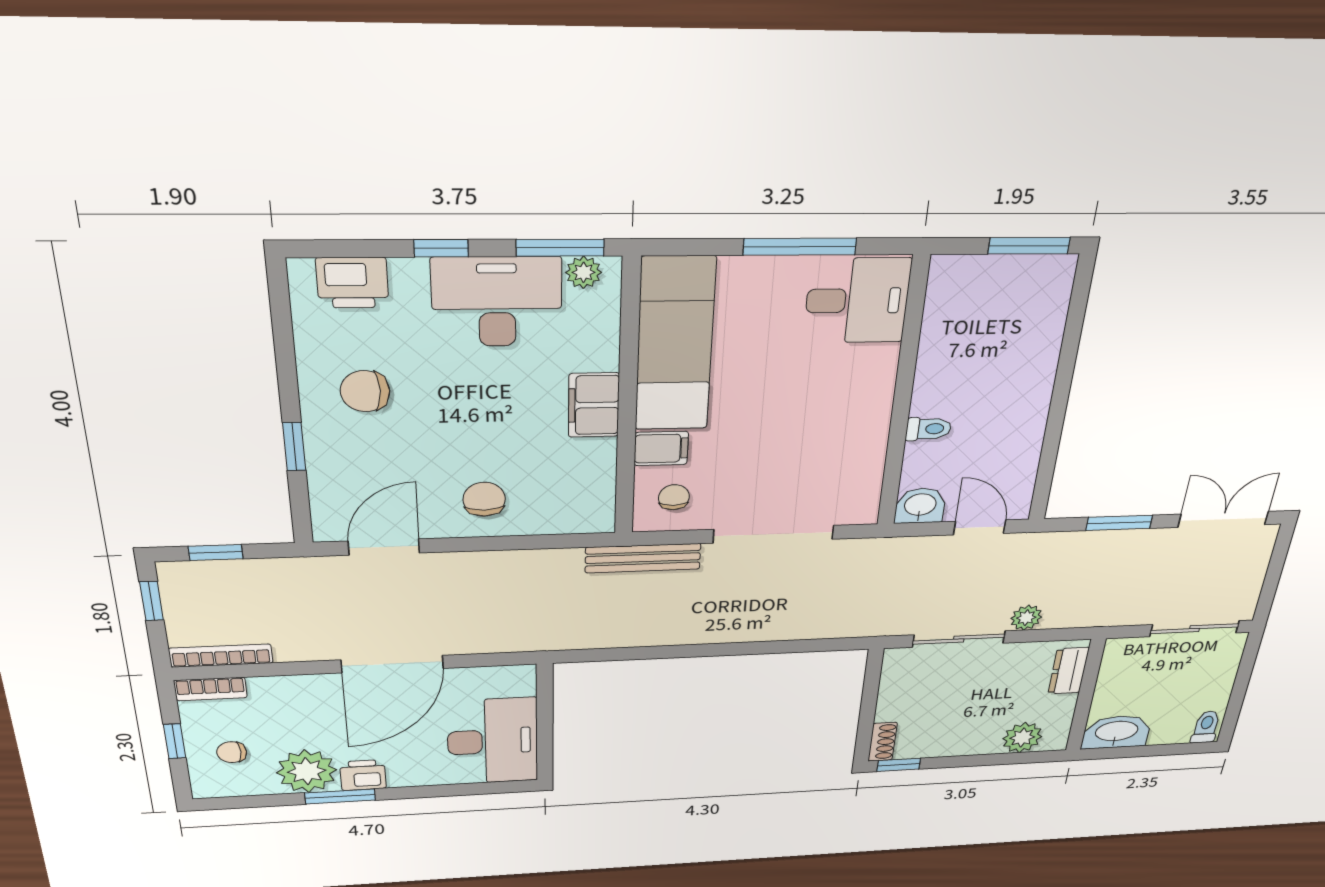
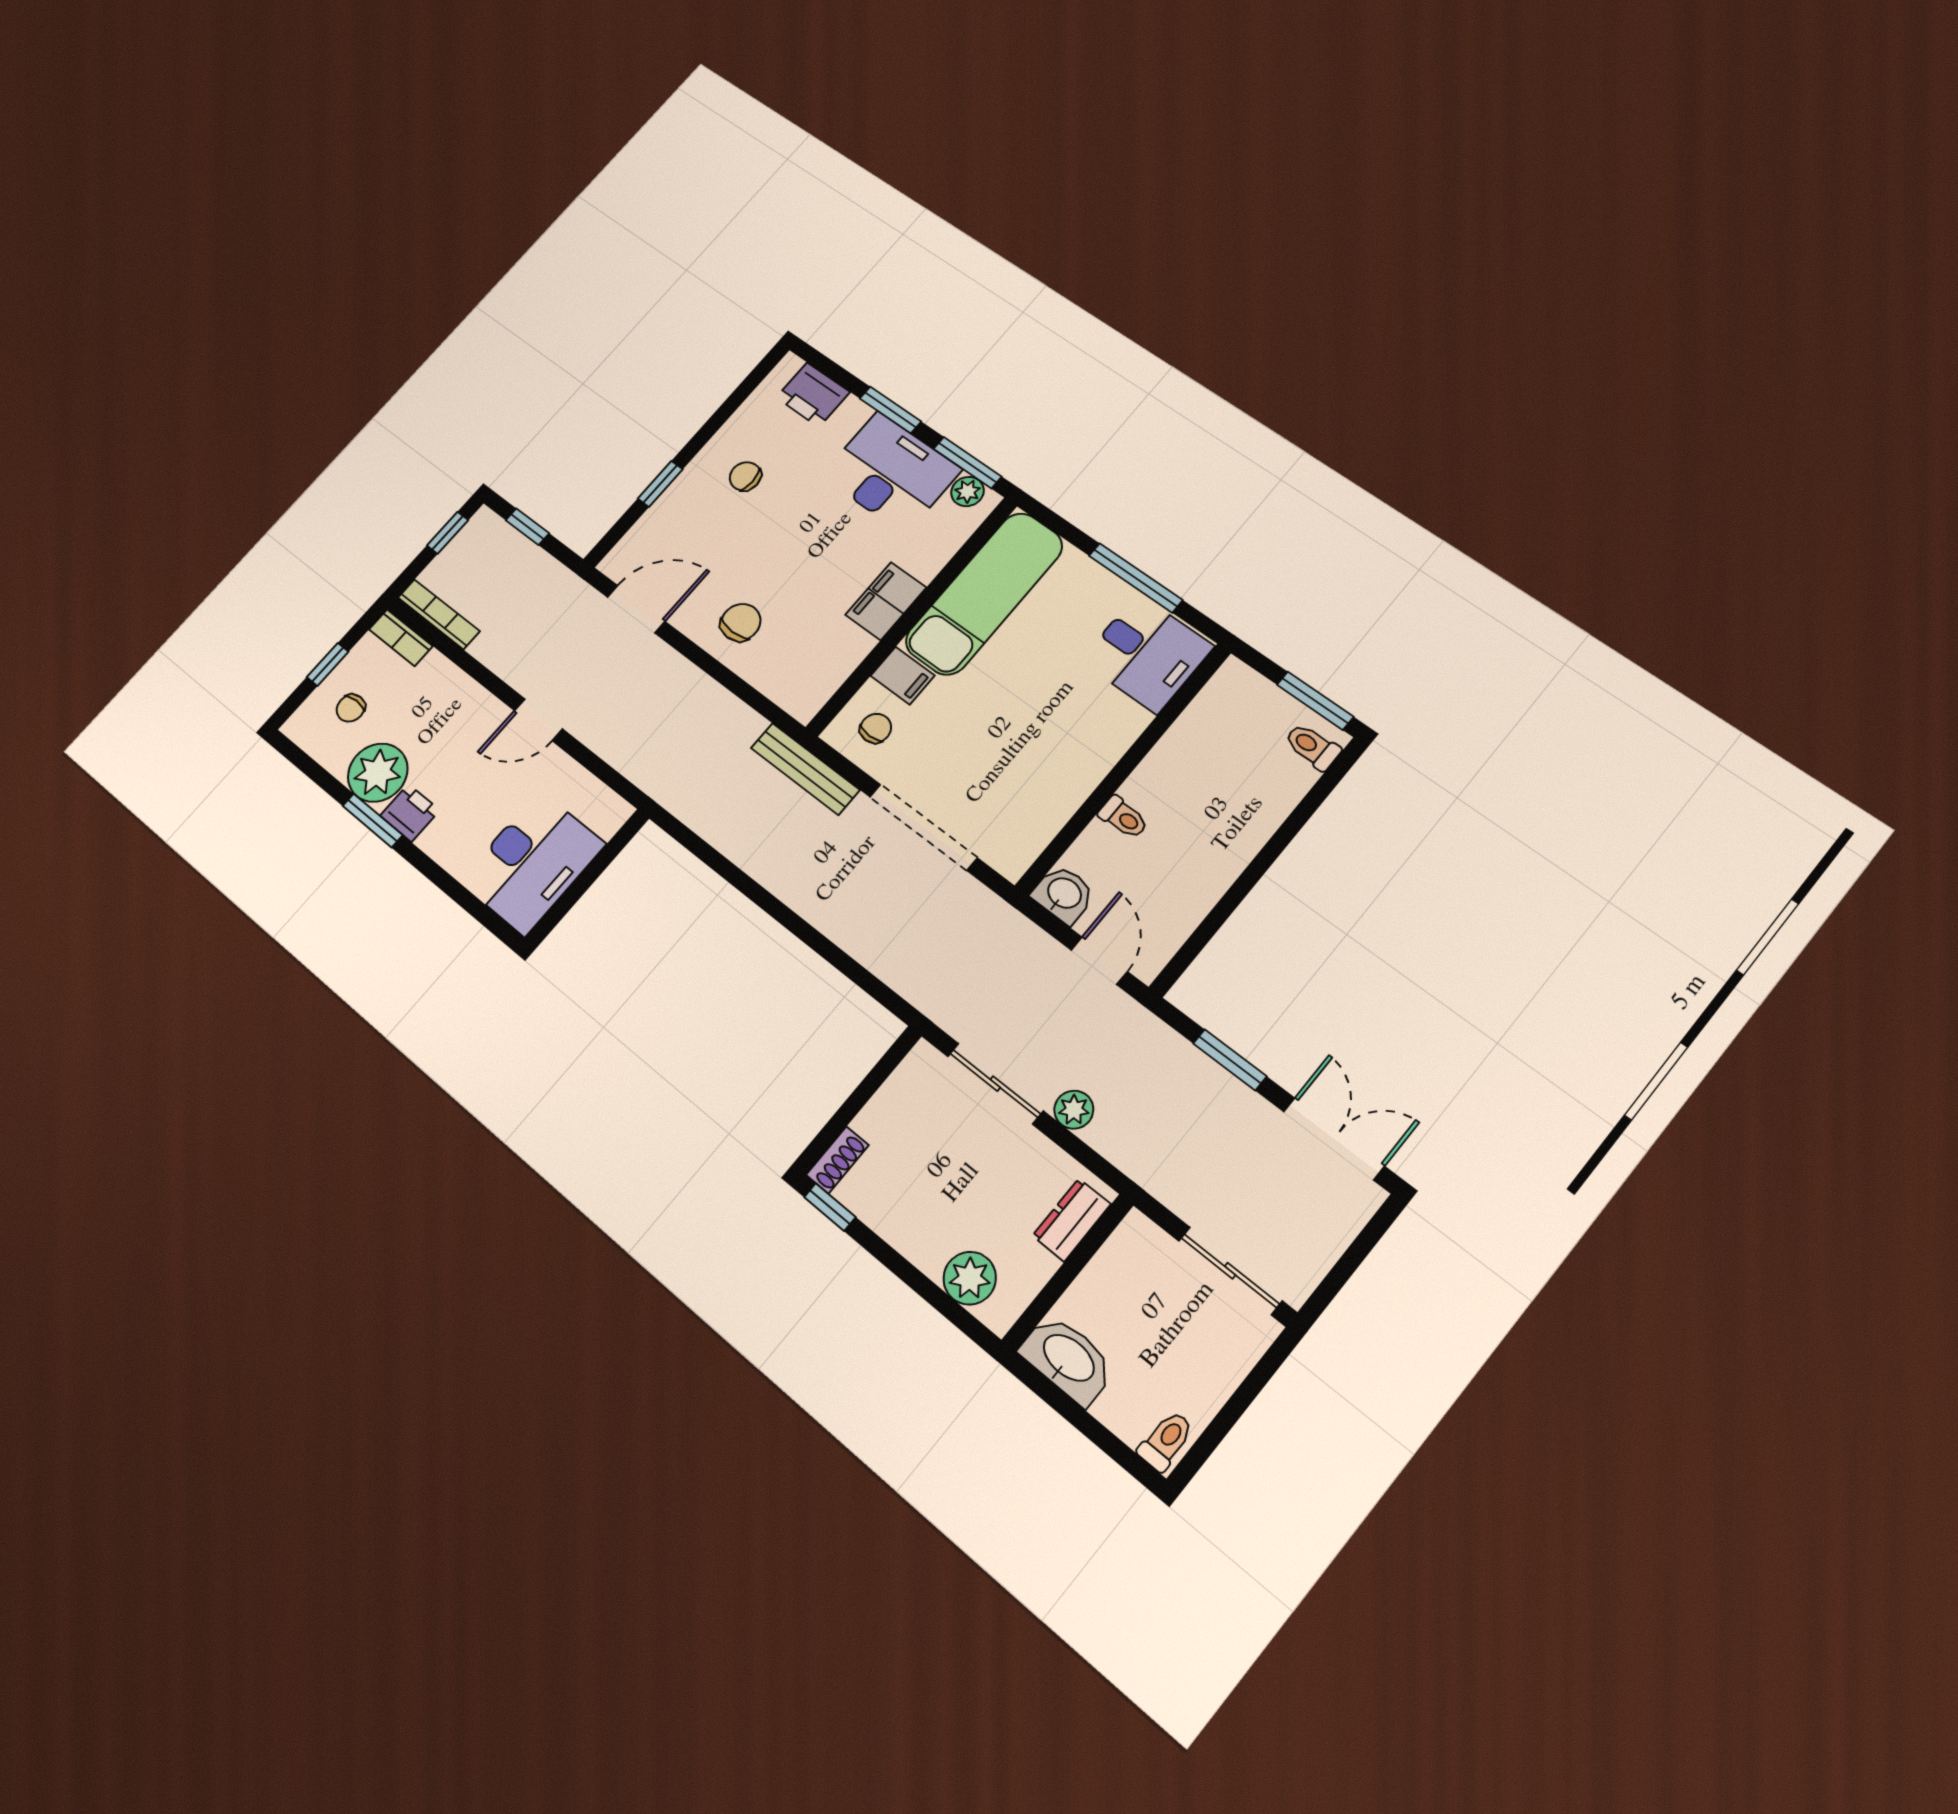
window: (441, 248) -> (890, 410), width x1.50
toilet: (1049, 282) -> (1312, 747), added
chair: (365, 391) -> (745, 476), width x0.73, depth x0.73
door: (392, 664) -> (538, 720), width x0.53
chair: (232, 752) -> (351, 708), turned -92

